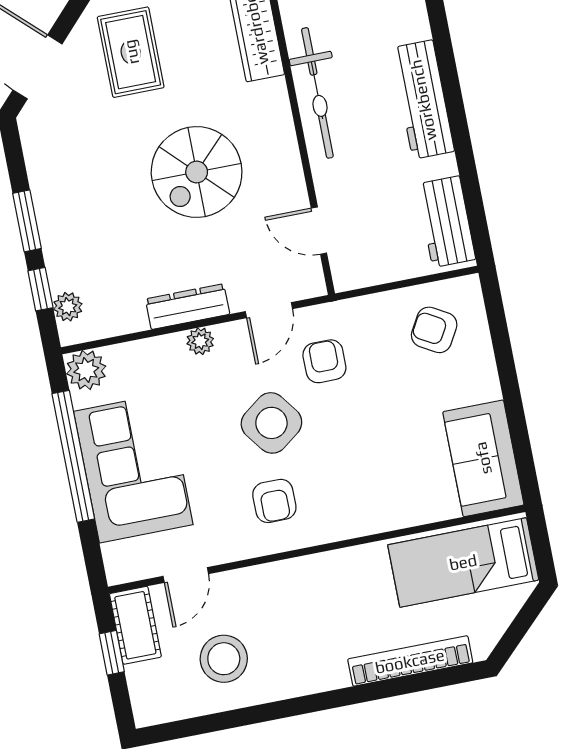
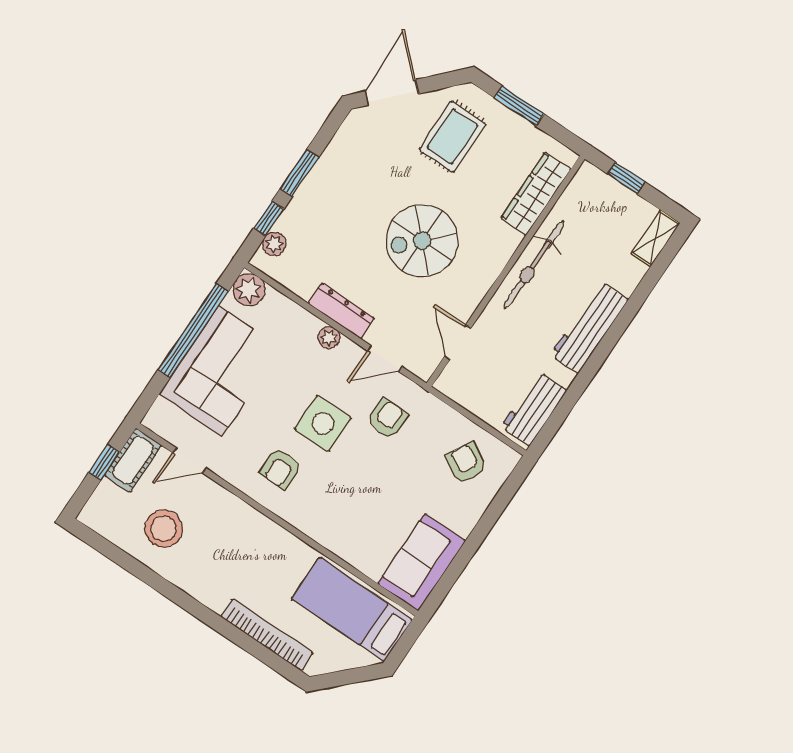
side table: (271, 423) -> (323, 423), turned 37

